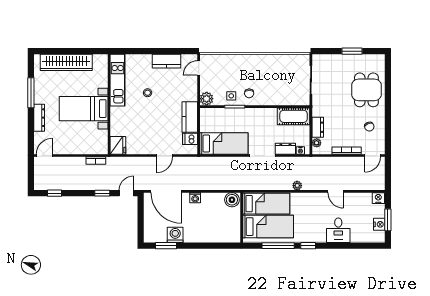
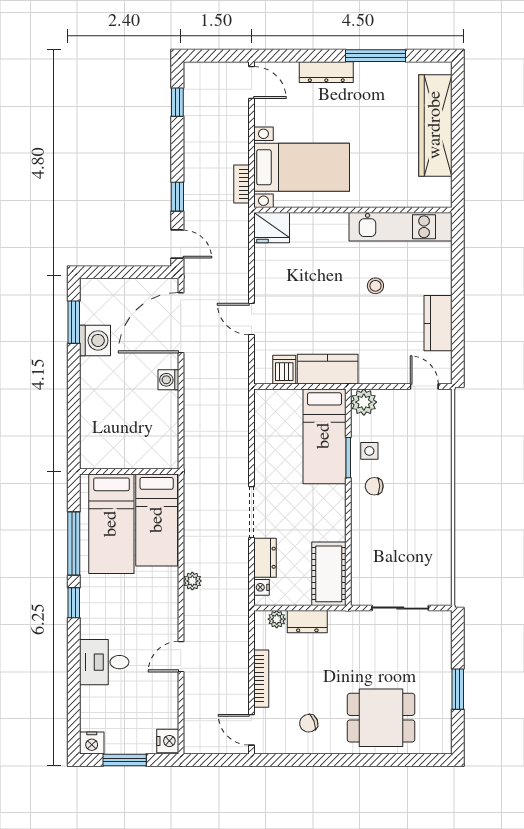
bed with nightstands: (84, 109) -> (302, 167), moved, turned 90
bed: (224, 144) -> (324, 436), moved
boiler: (232, 200) -> (164, 452), removed
nightstand: (379, 224) -> (92, 743), moved

